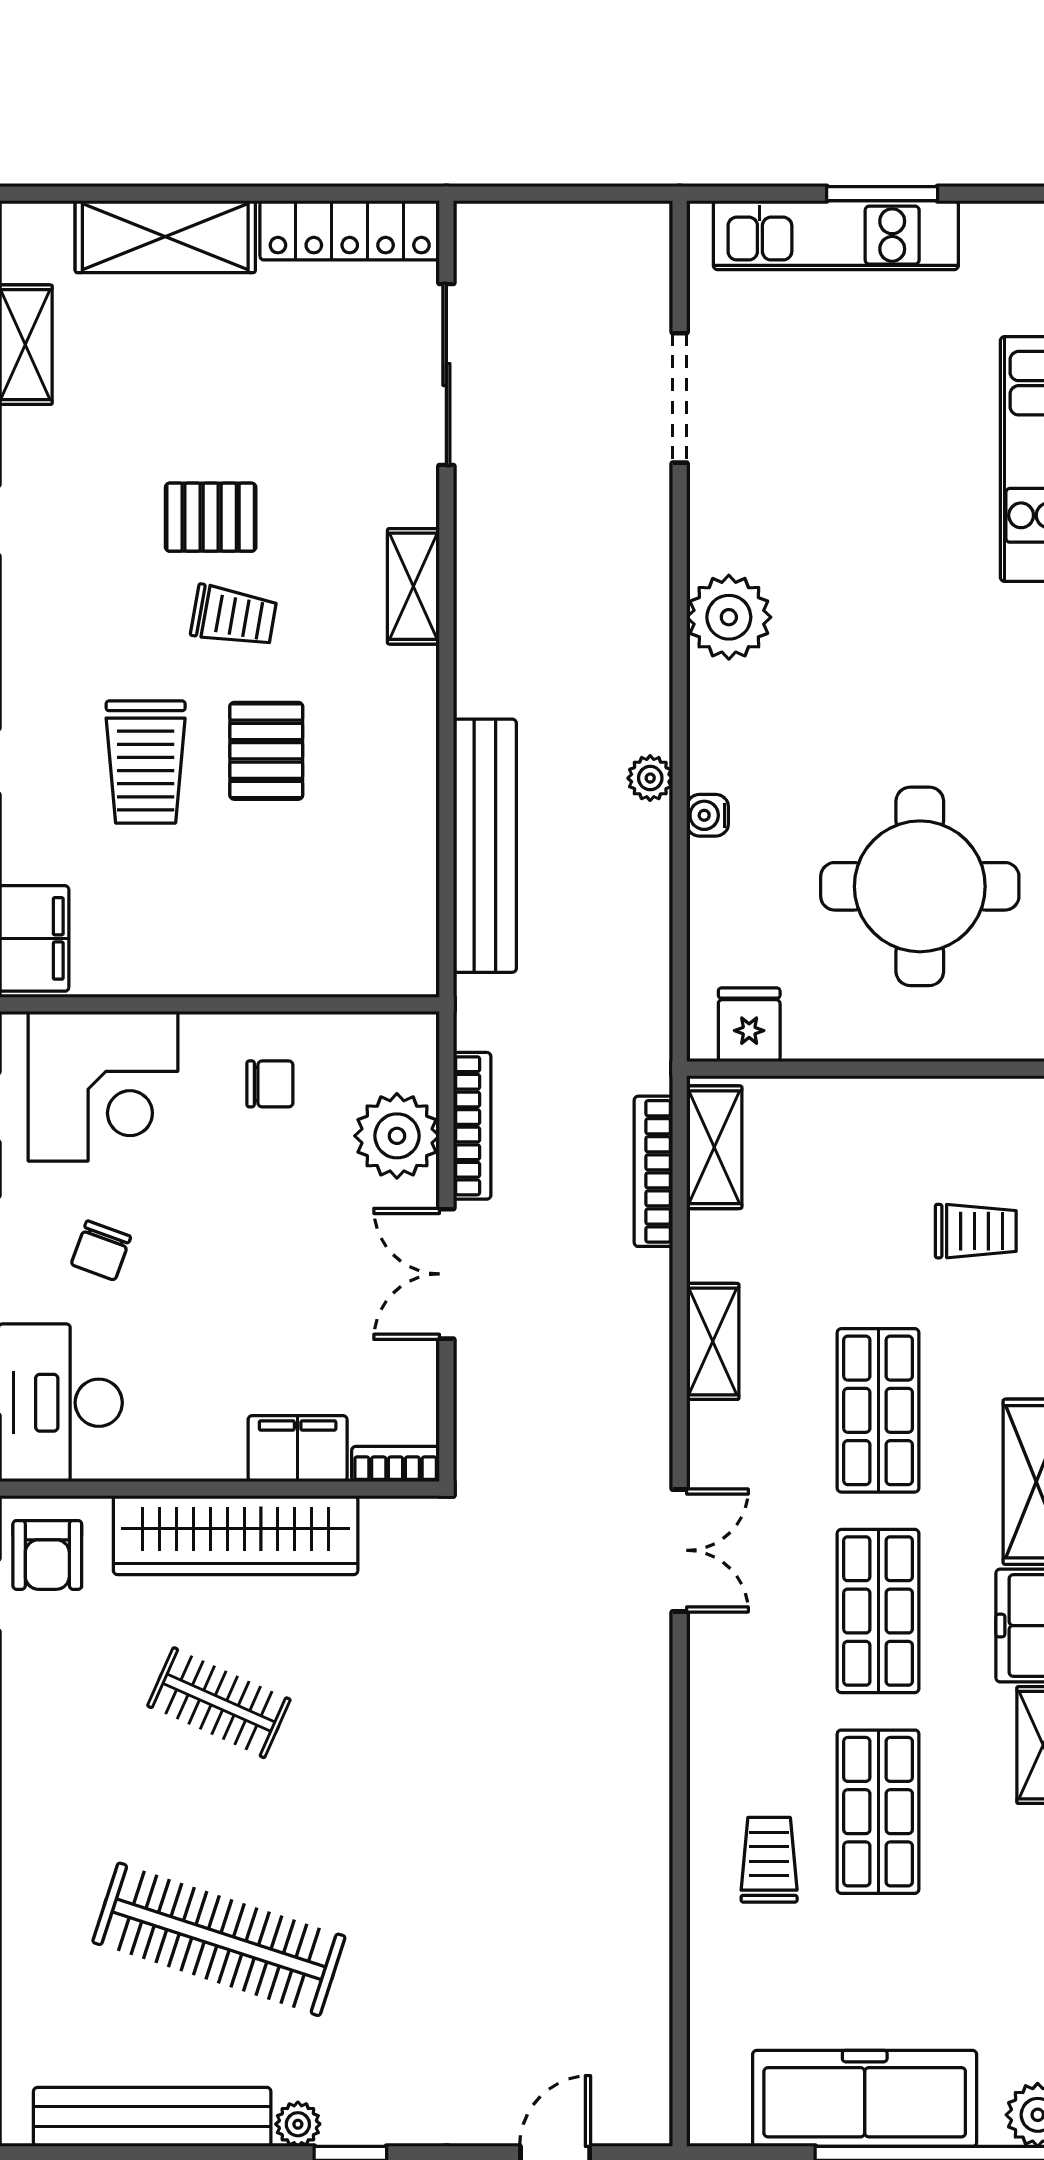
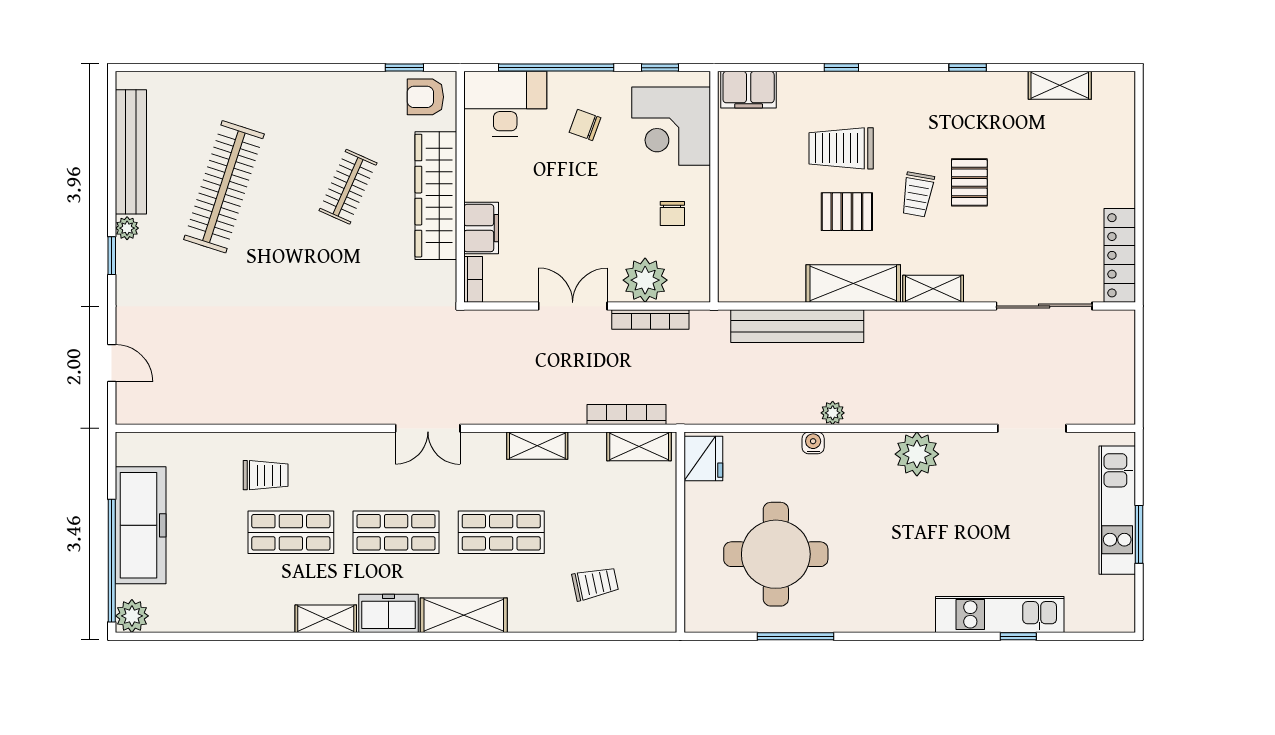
shelving: (165, 237) -> (853, 283), moved, turned 90
fridge: (749, 1025) -> (703, 458), width x1.38
trolley: (976, 1231) -> (595, 583), turned -102

